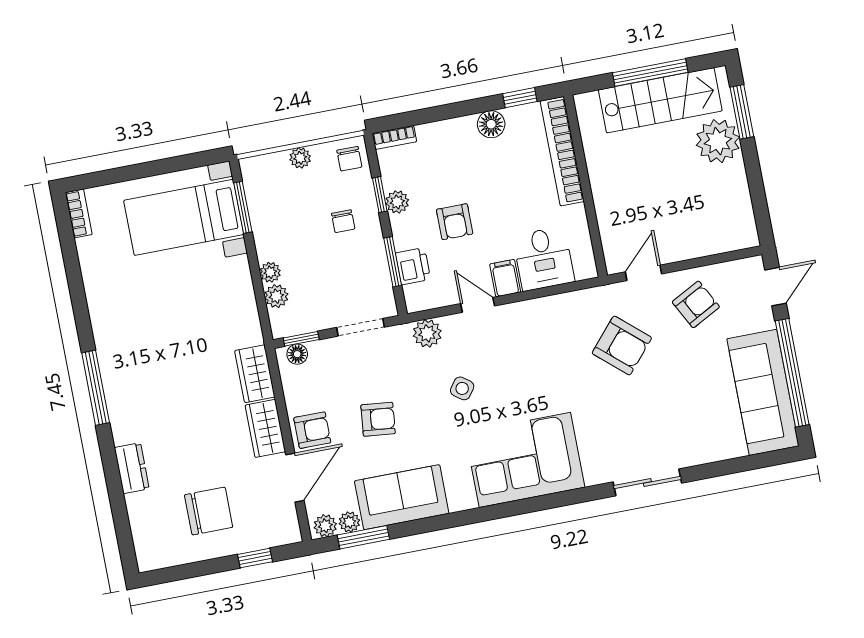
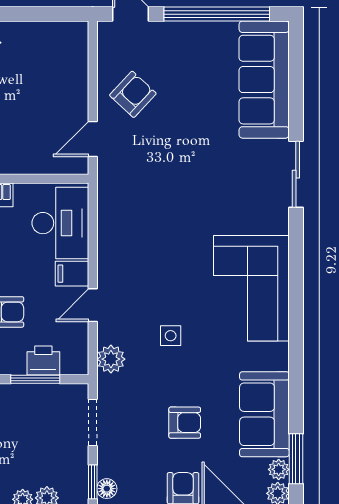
desk: (544, 259) -> (60, 223), width x1.37
door: (643, 273) -> (93, 139), hinge flipped
armchair: (696, 304) -> (133, 94), turned 71
armchair: (622, 345) -> (159, 173), removed
side table: (462, 388) -> (171, 336), turned -36
sofa: (763, 392) -> (264, 80), moved, turned 90
armchair: (378, 419) -> (185, 423), turned 84

